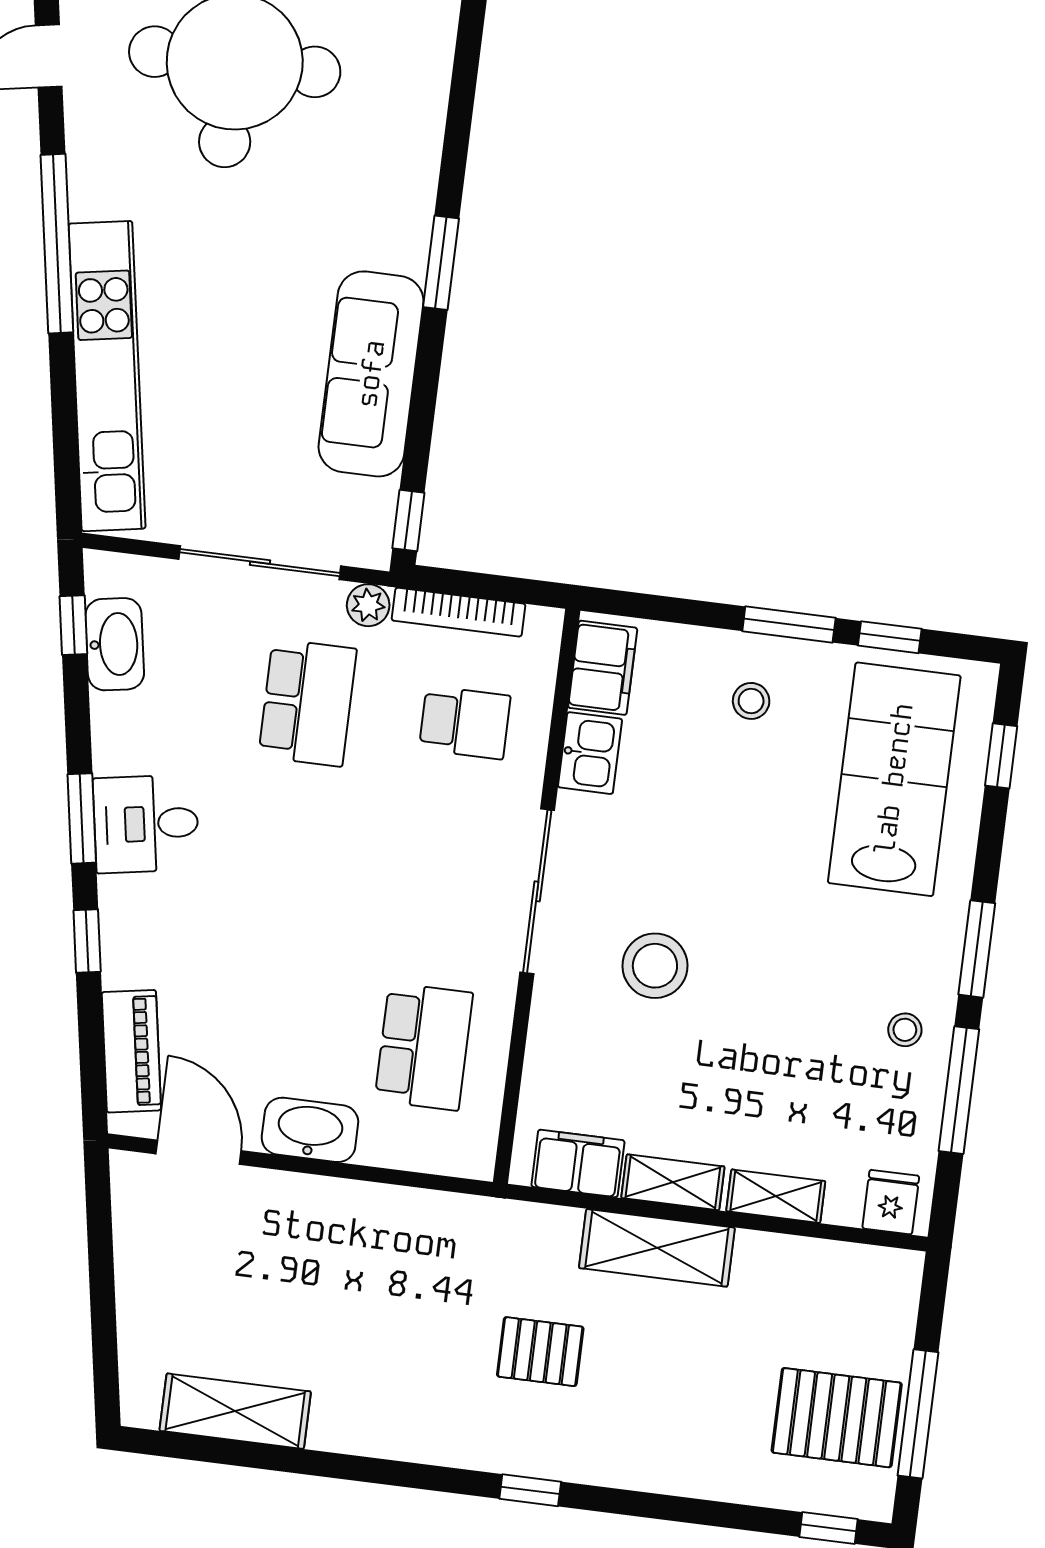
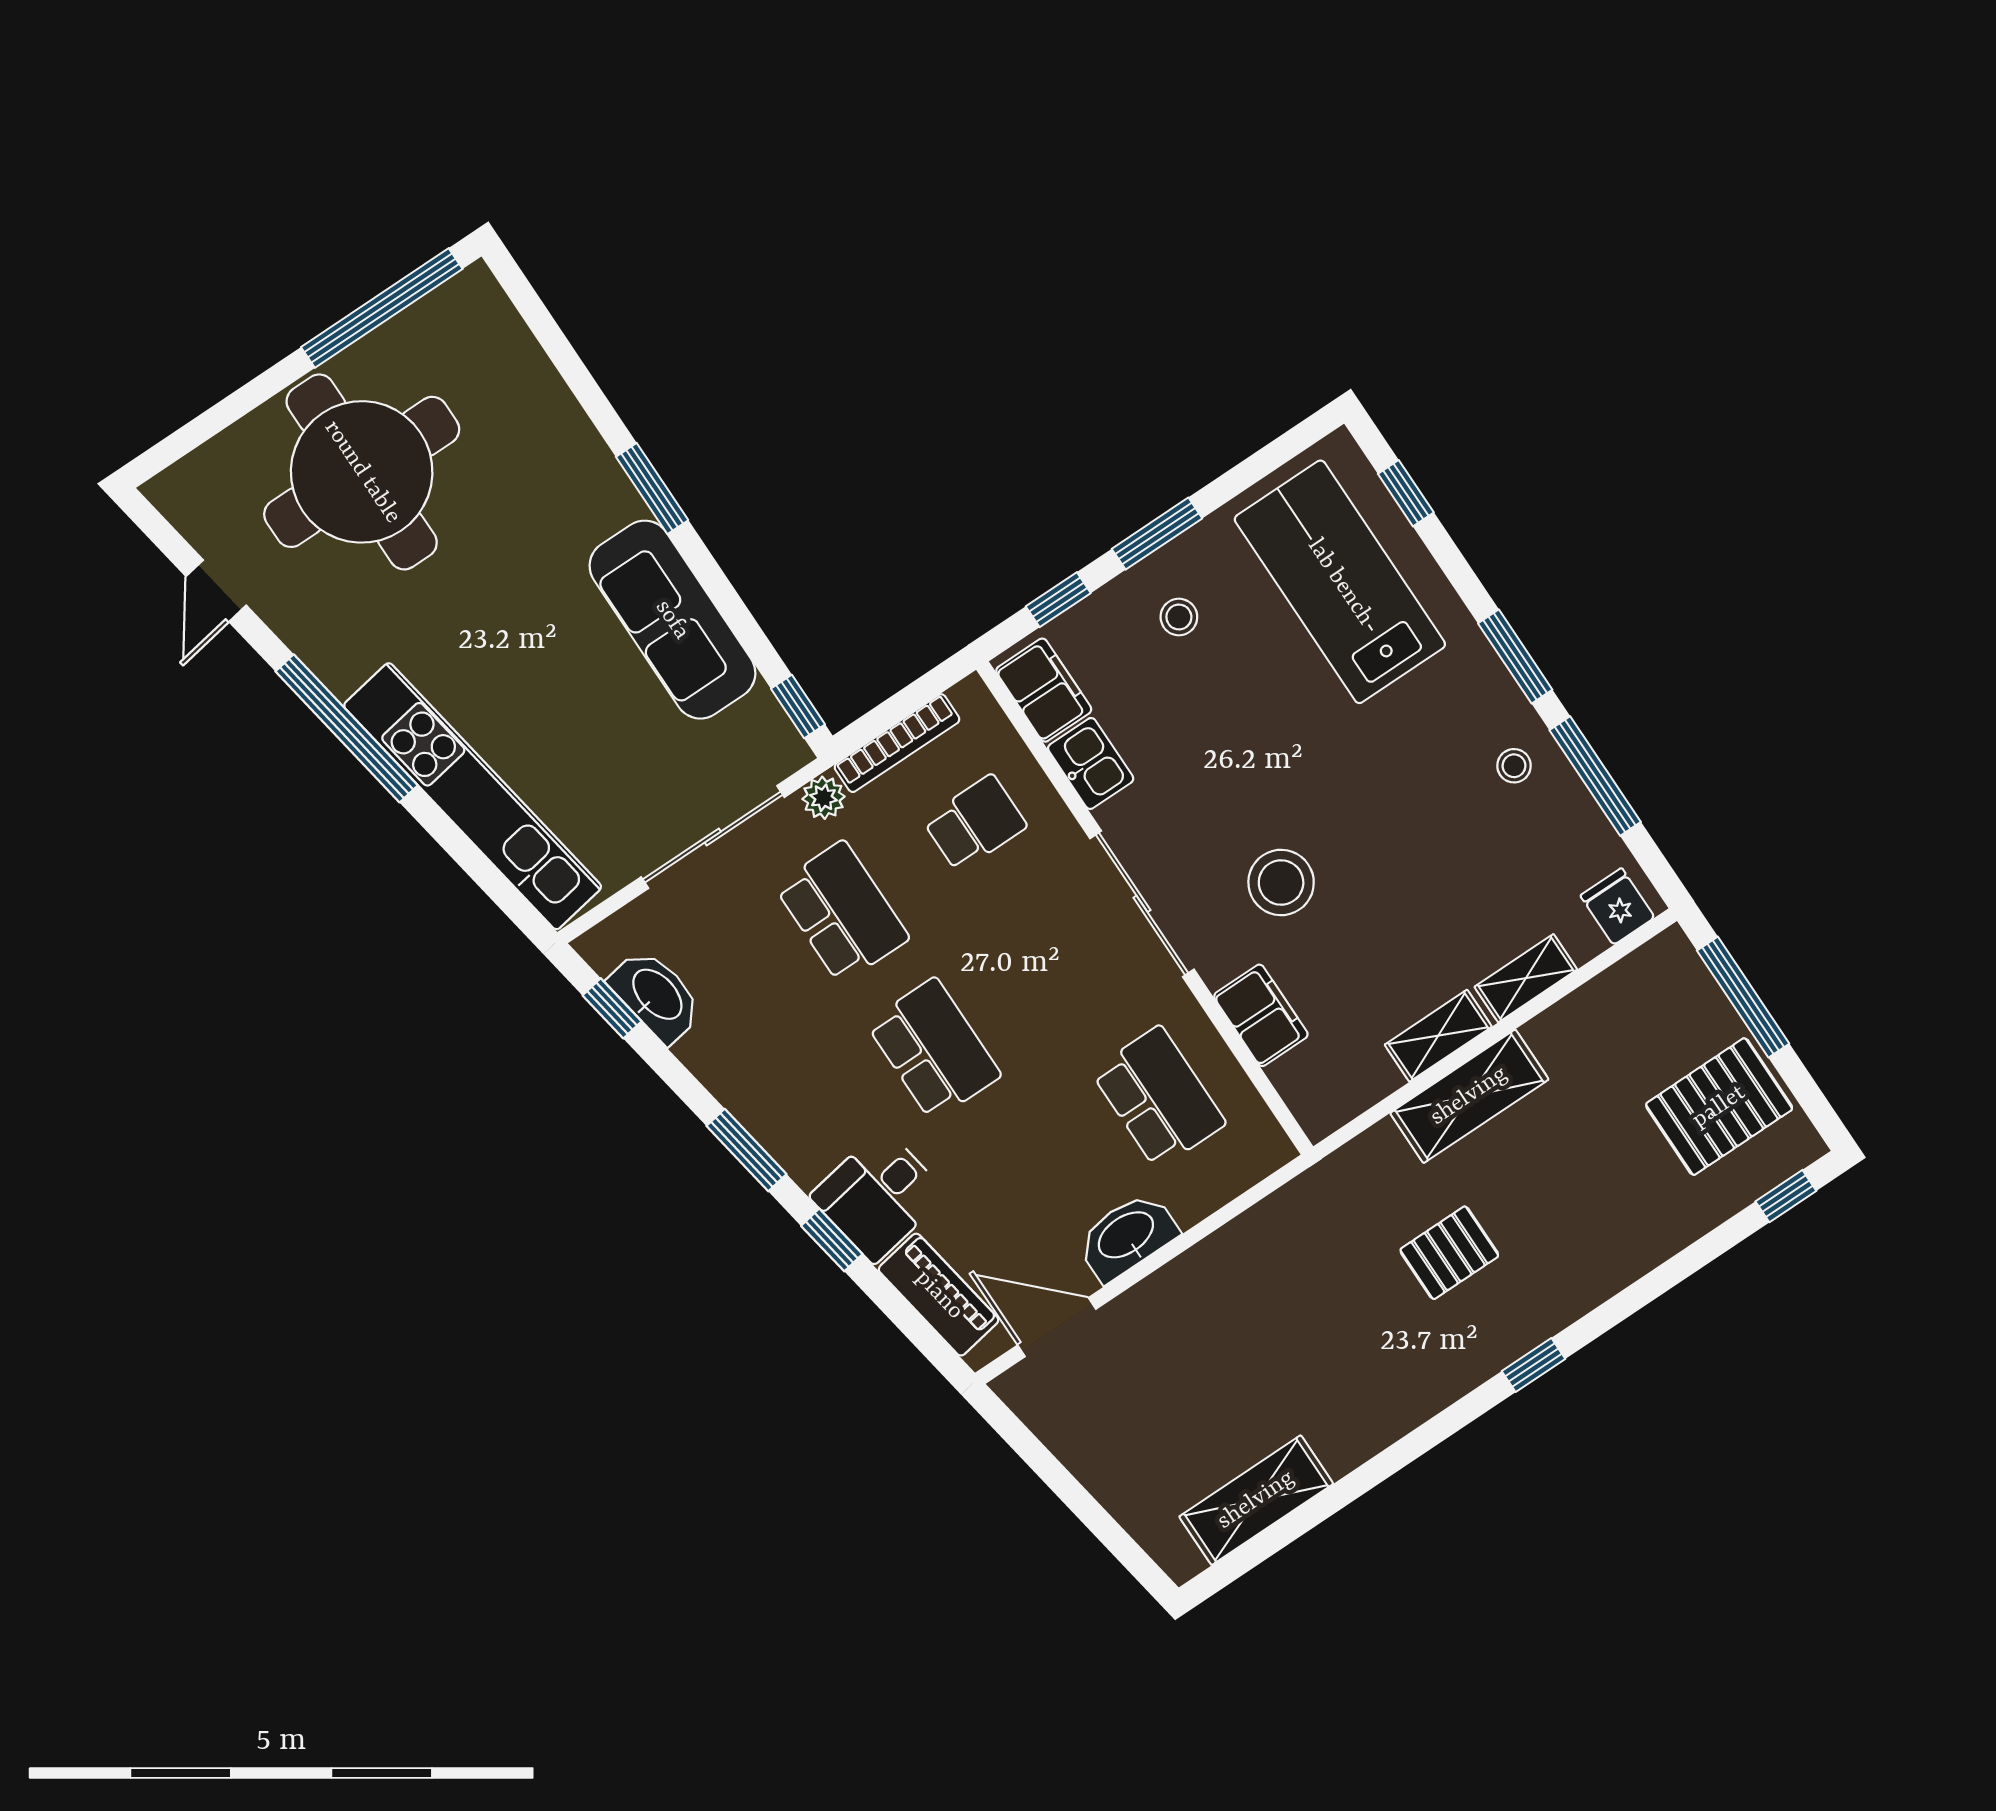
window: (890, 637) -> (1058, 600), moved
desk: (146, 824) -> (879, 1195), moved
school desk: (287, 865) -> (934, 1049), added
filing cabinet: (578, 1163) -> (1261, 1015), moved, turned 90
window: (918, 1414) -> (1743, 997), moved

